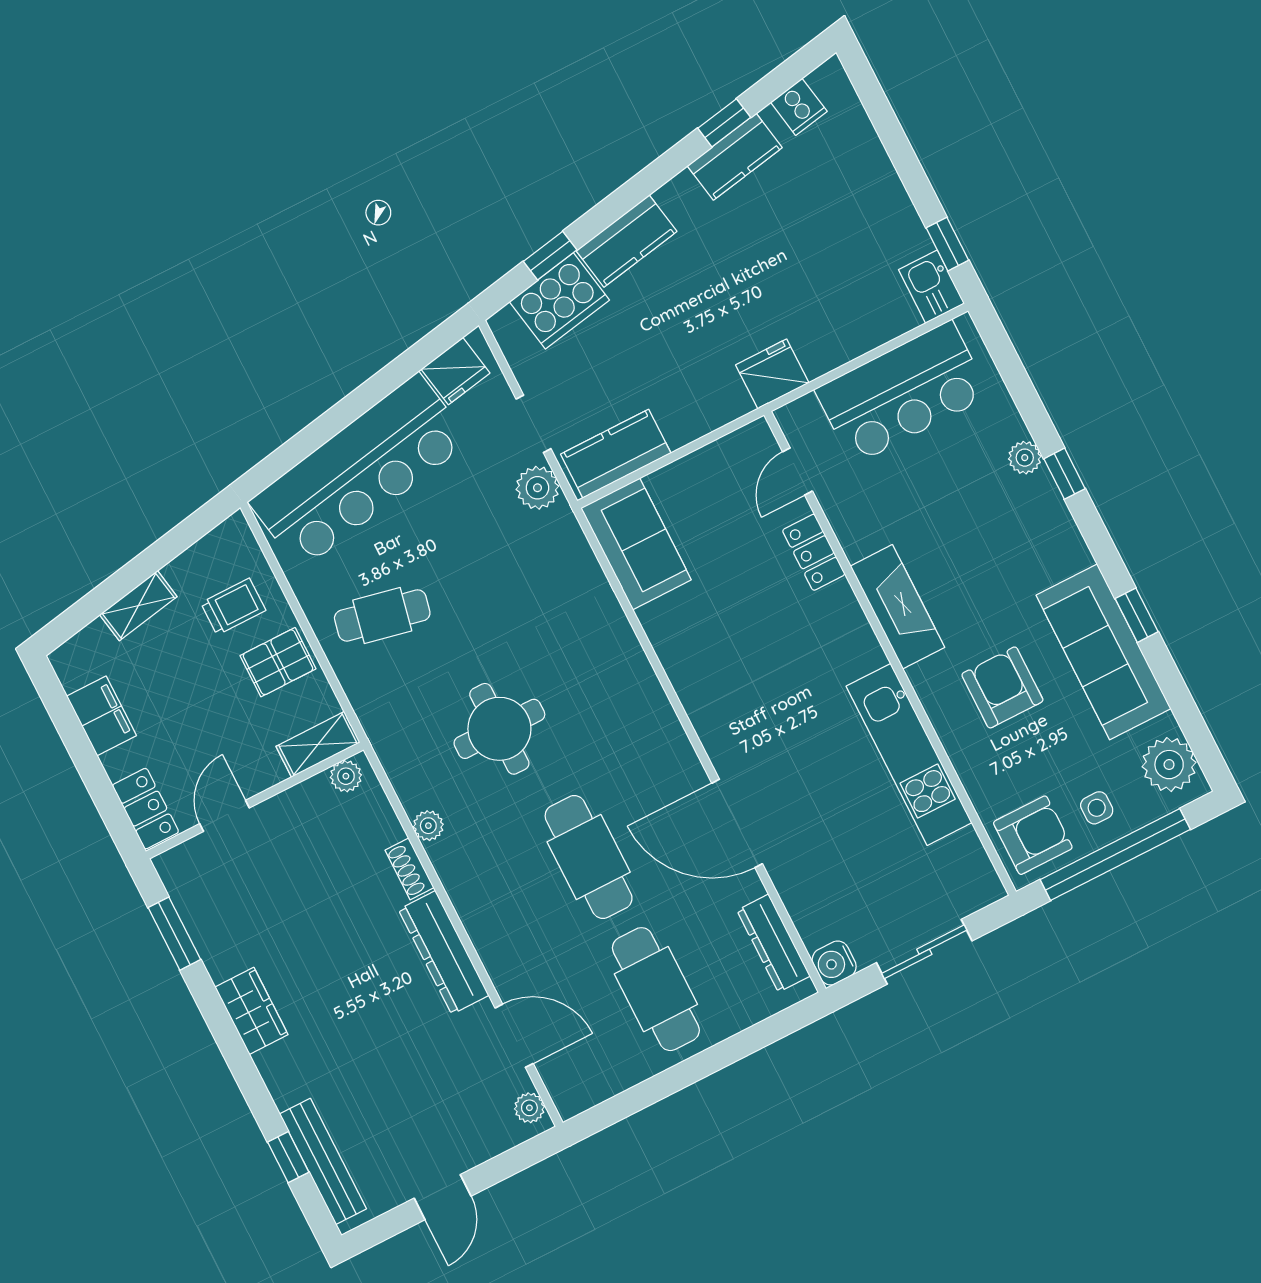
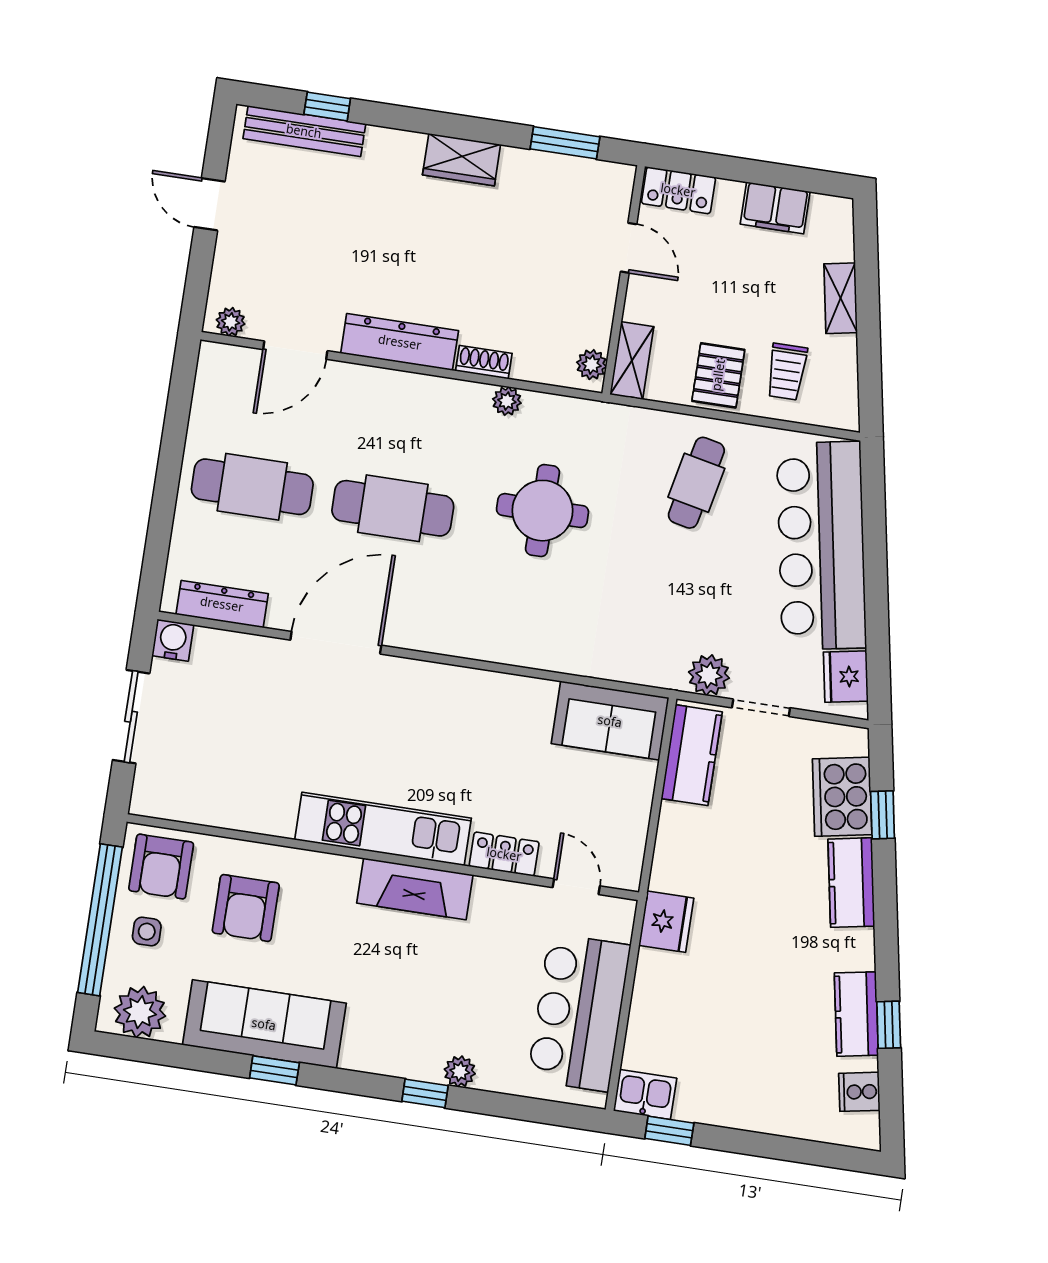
armchair: (1002, 687) -> (246, 908), moved, turned 90
kitchen unit: (909, 754) -> (383, 829), moved

